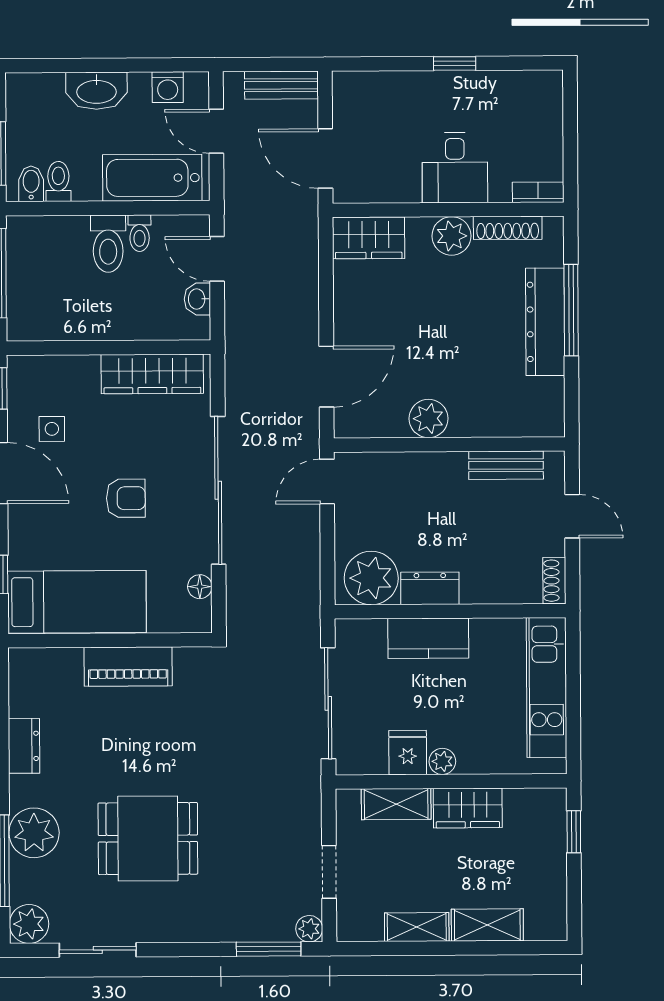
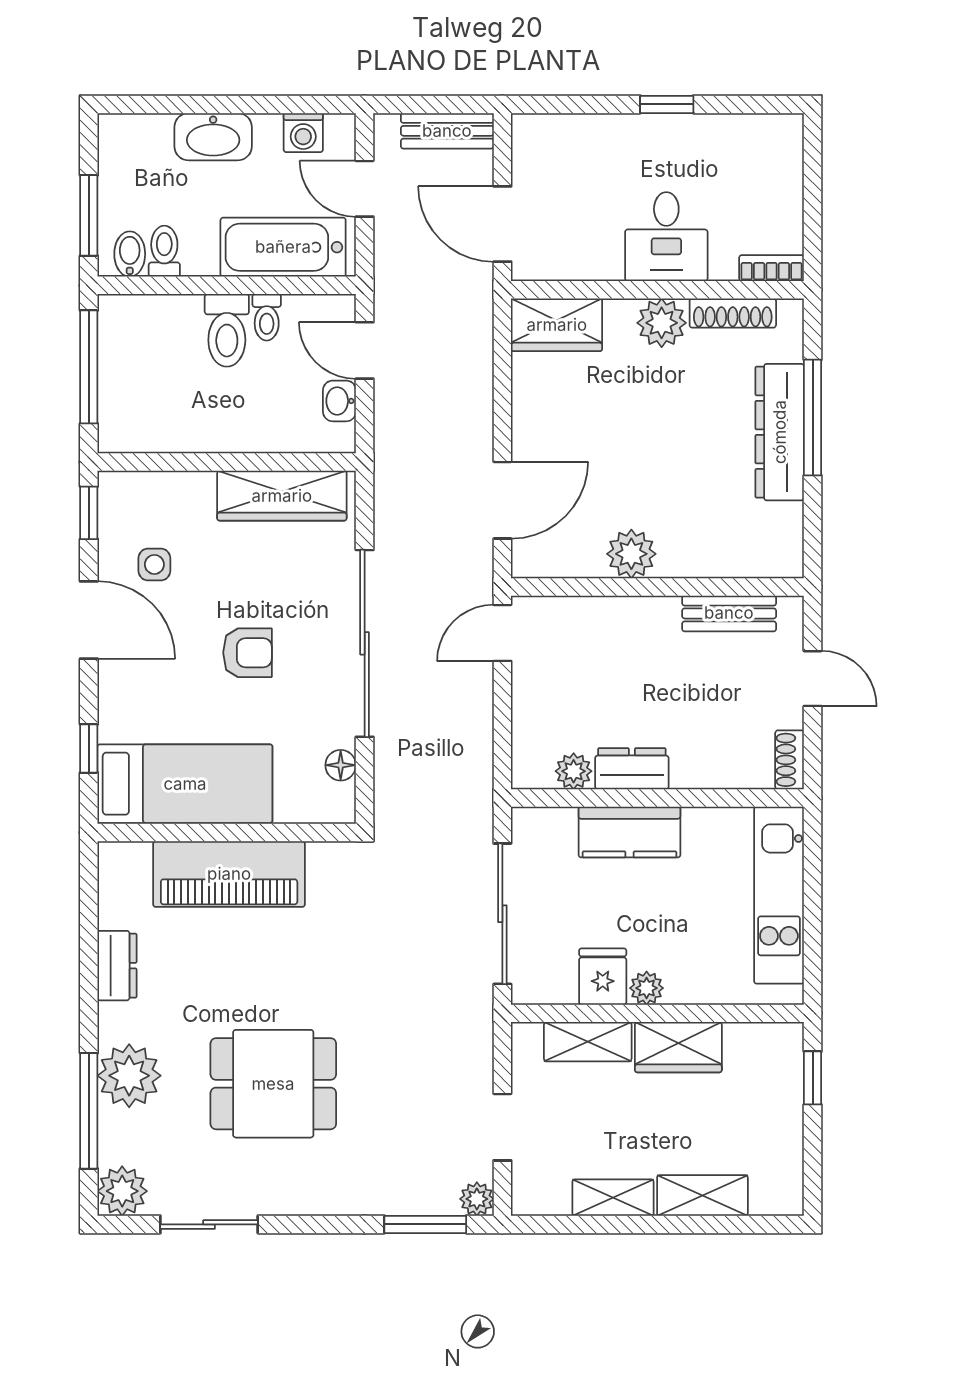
plant: (371, 578) -> (574, 771), width x0.53, depth x0.53
piano: (128, 667) -> (229, 874), width x1.37, depth x1.33

